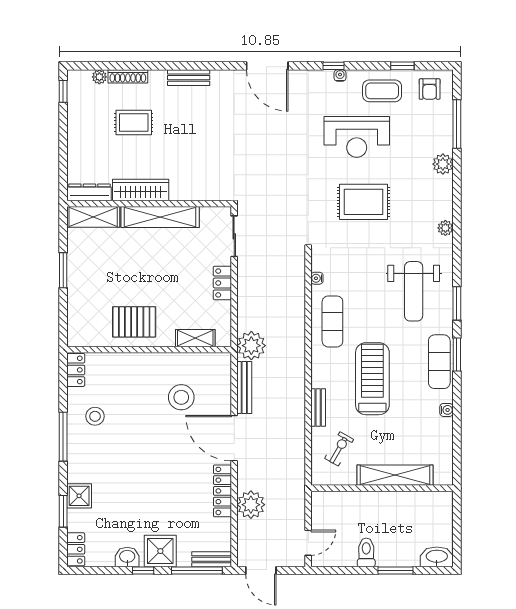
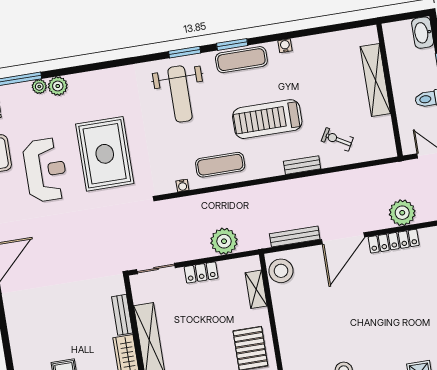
bench: (189, 78) -> (122, 315), moved
rug: (363, 202) -> (105, 154), width x1.37, depth x1.44
plant: (445, 228) -> (39, 87), moved
weight bench: (414, 291) -> (180, 94), turned 90
plant: (251, 346) -> (224, 241), moved
stool: (181, 397) -> (281, 271), moved
shelving: (395, 475) -> (375, 80), moved
wall: (382, 488) -> (390, 90), moved

